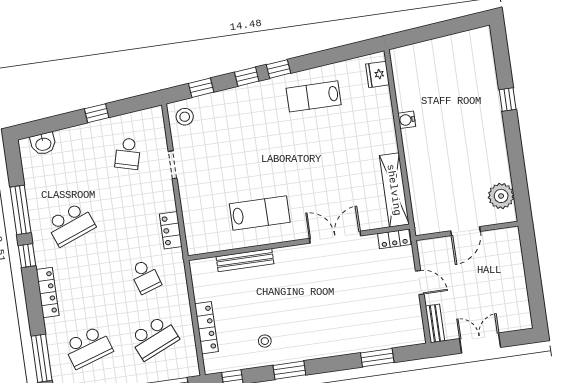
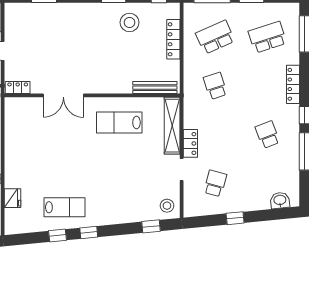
fridge: (378, 74) -> (12, 198), moved
window: (247, 77) -> (57, 236), moved
shelving: (394, 190) -> (172, 126), moved
school desk: (71, 224) -> (267, 135), width x0.54
locker: (171, 230) -> (190, 143), moved
bench: (245, 260) -> (155, 88), moved
stool: (265, 341) -> (130, 22), width x1.89, depth x1.89

